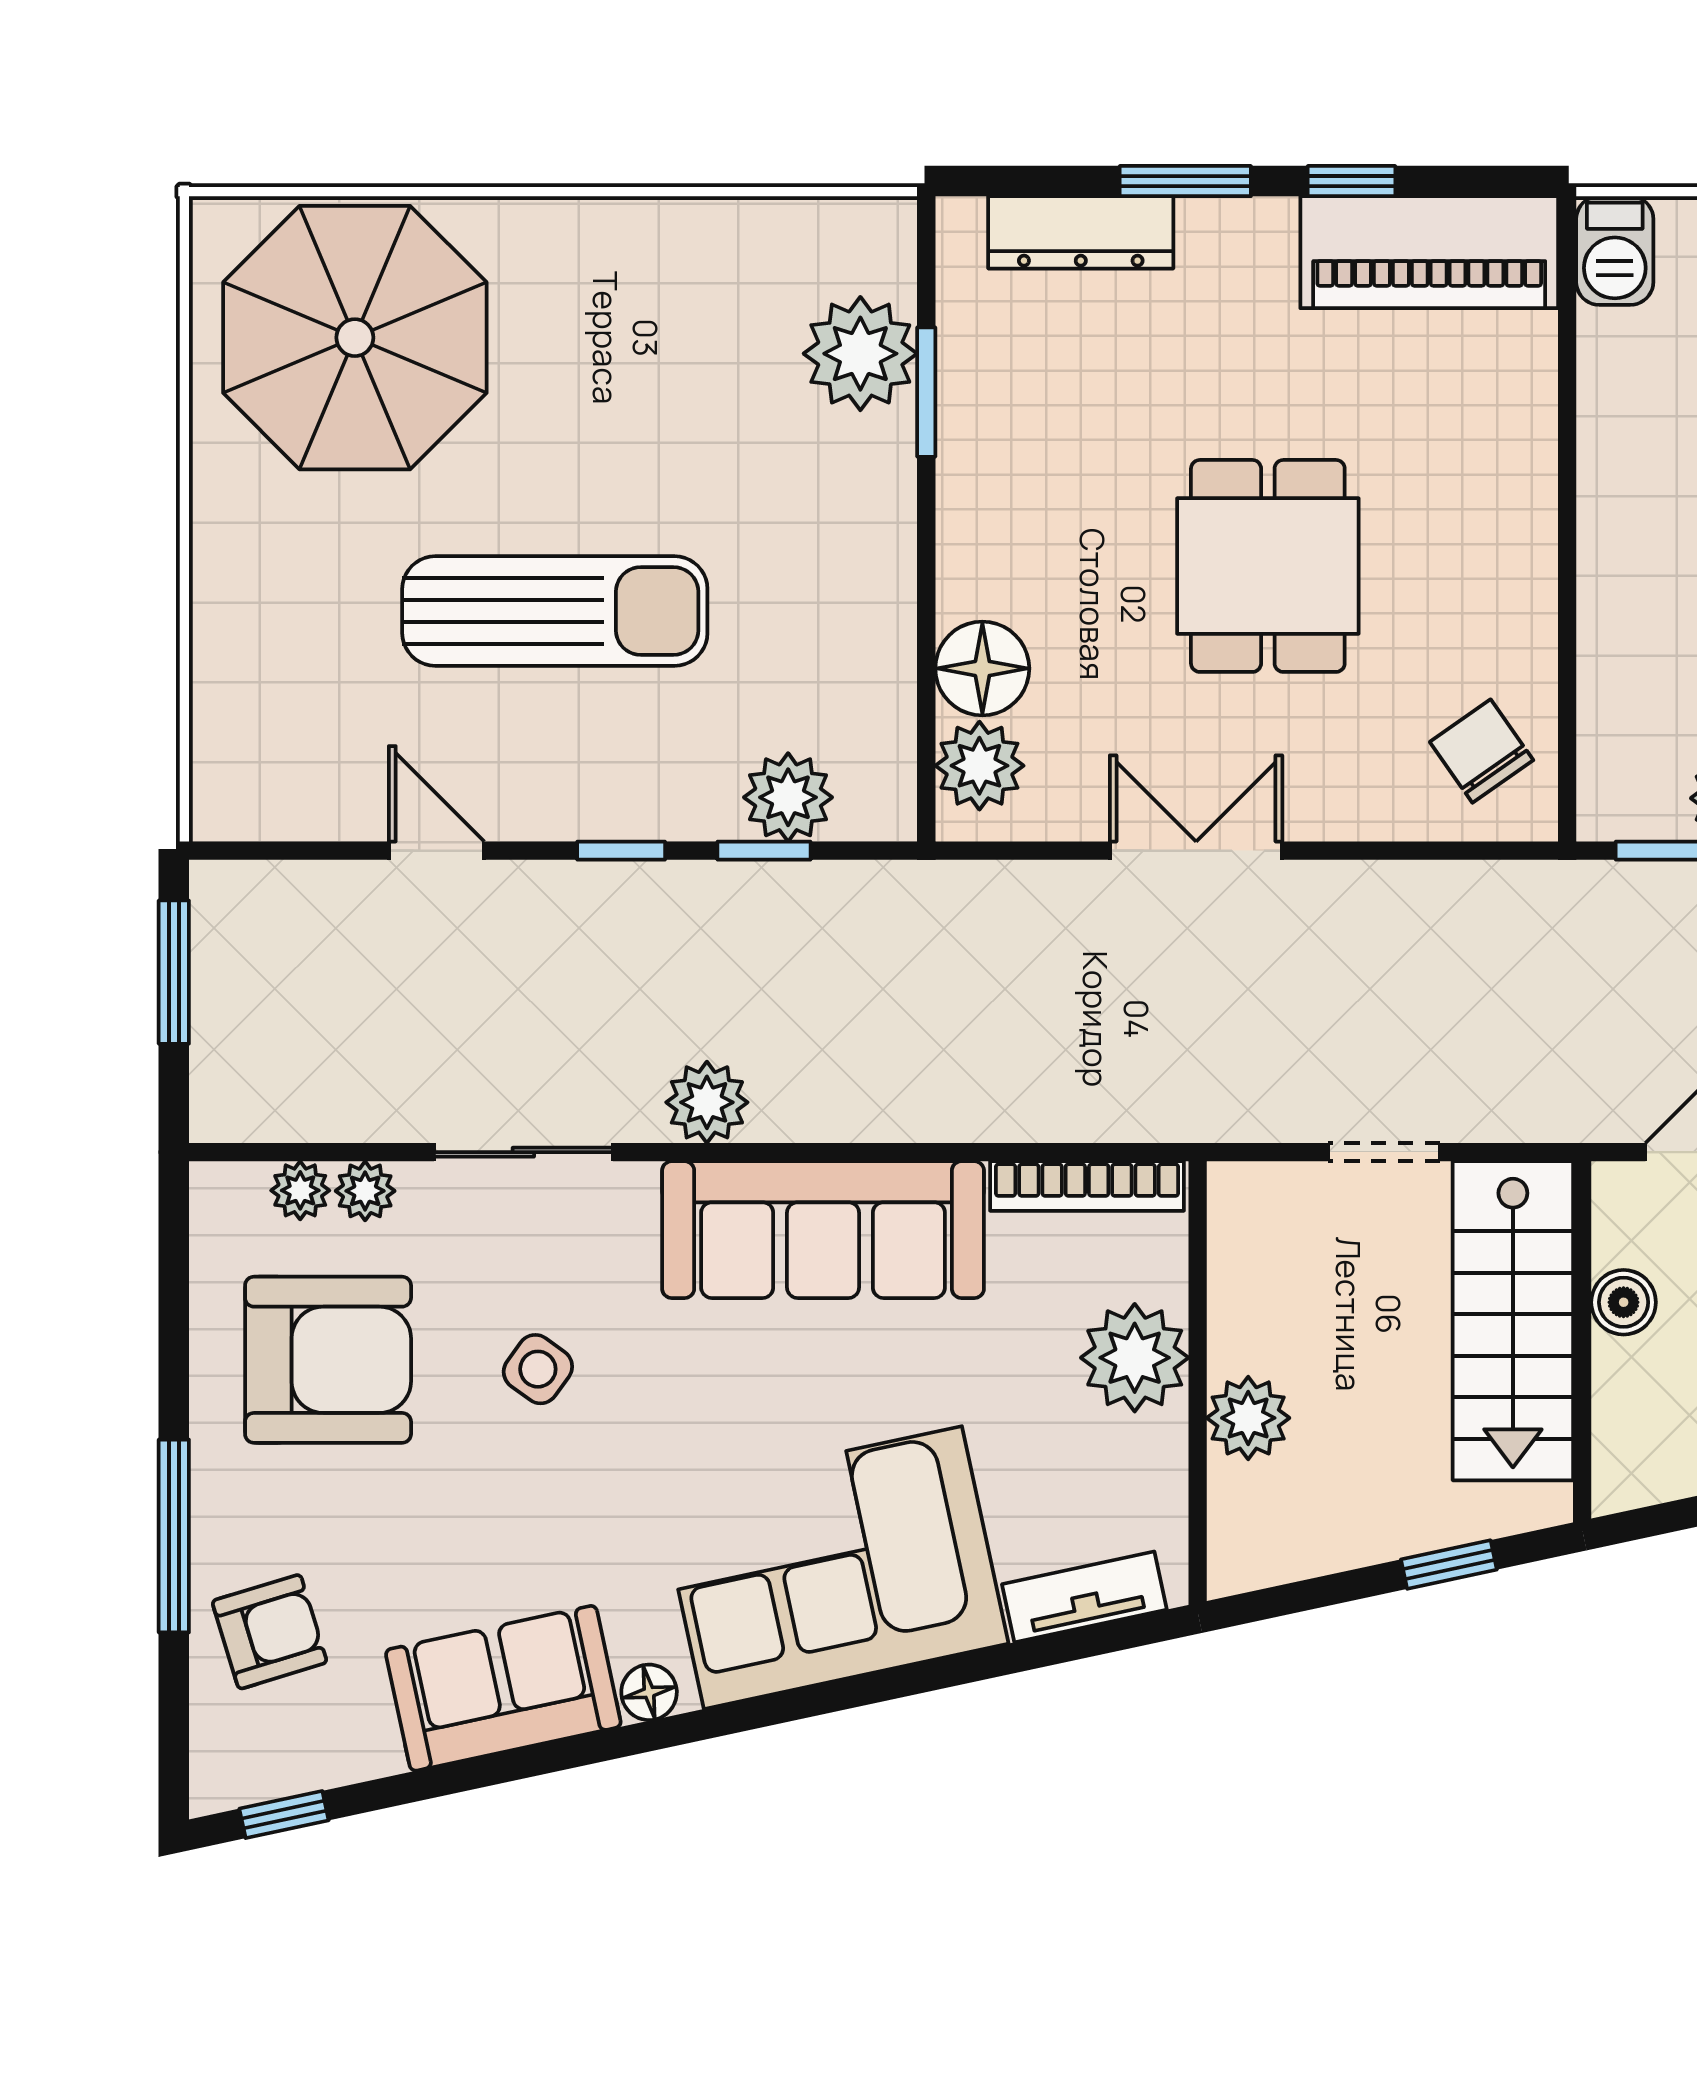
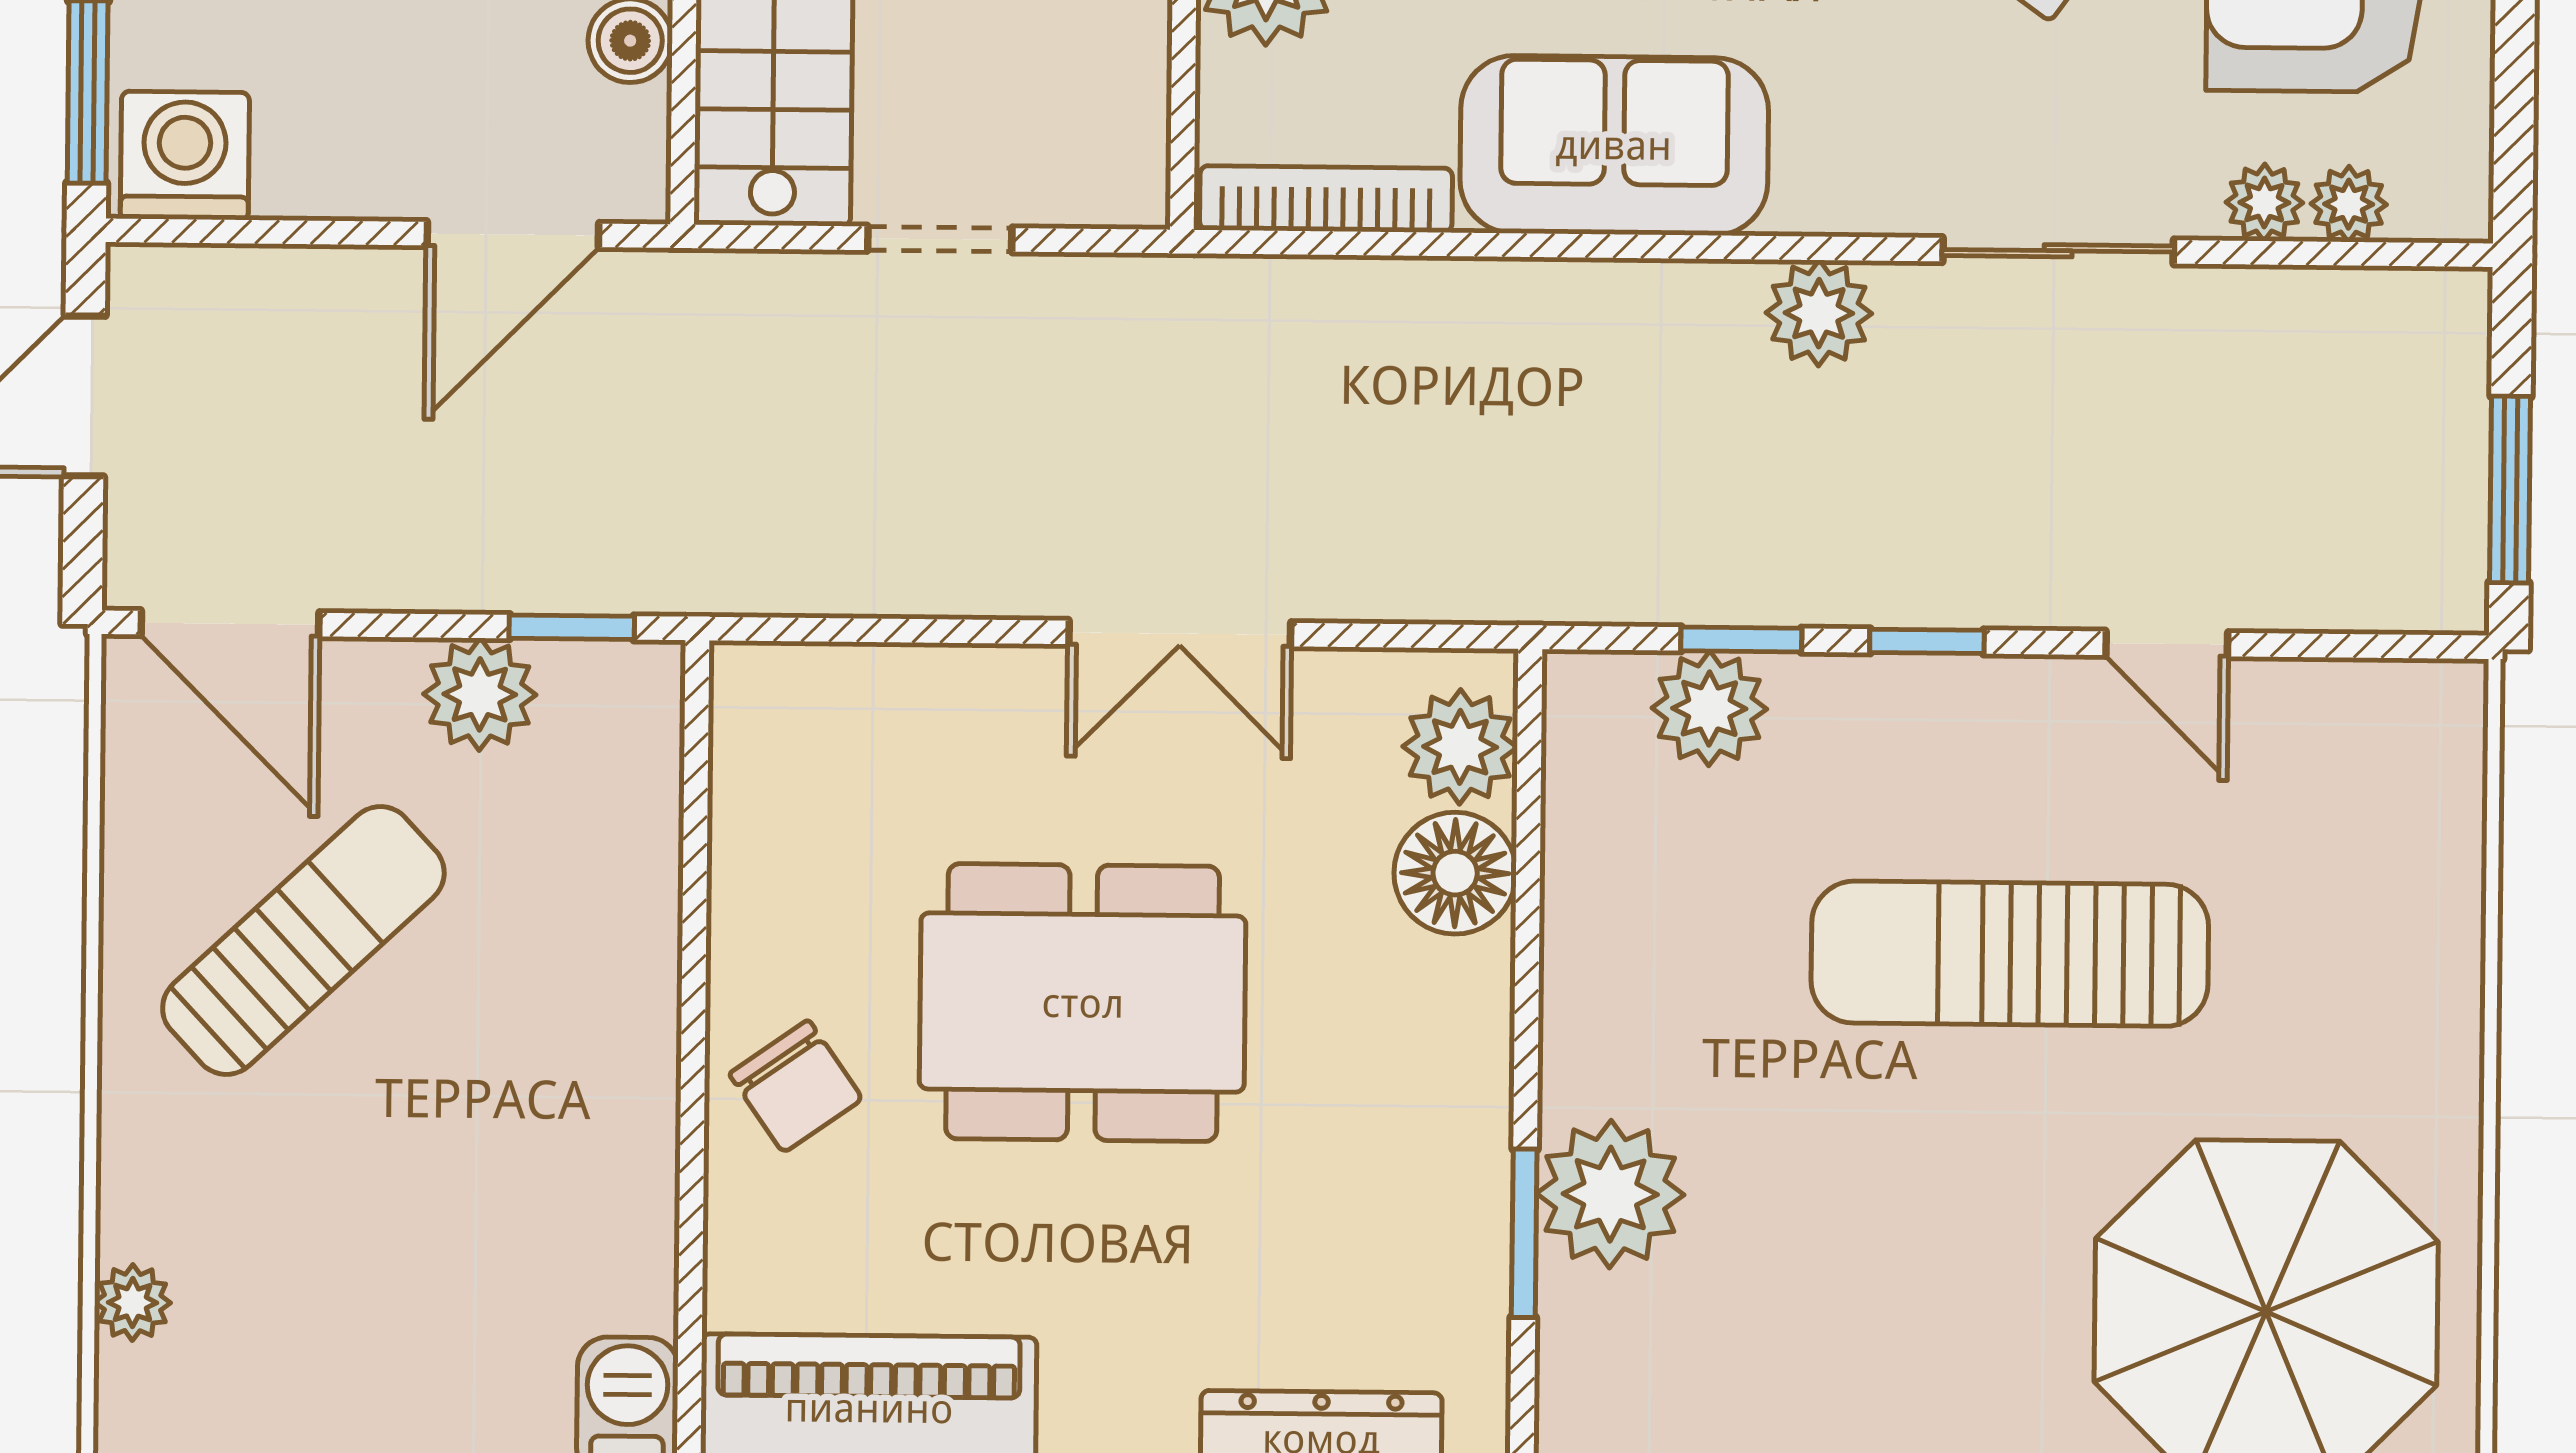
plant: (860, 354) -> (1610, 1194), moved
dining table: (1268, 566) -> (1083, 1003), width x1.38
chair: (1482, 751) -> (796, 1086), moved
sofa: (823, 1230) -> (1614, 145), width x0.73

